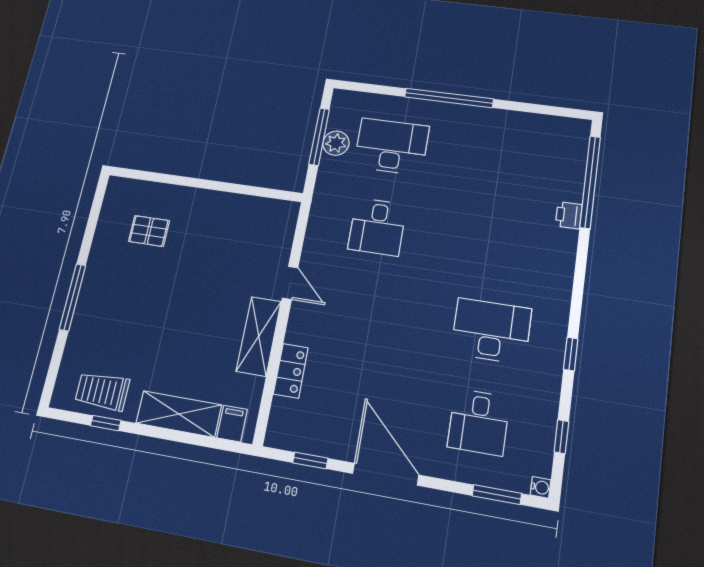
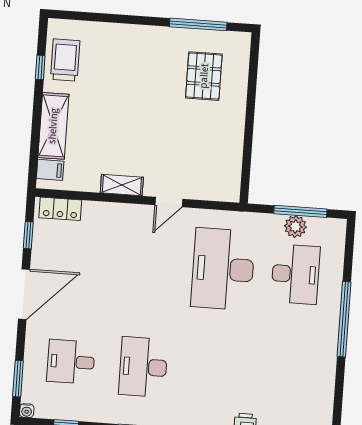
desk: (377, 227) -> (223, 269), width x1.87, depth x1.30
pallet: (149, 231) -> (204, 76), width x1.50, depth x1.42
window: (73, 297) -> (198, 24), moved
desk: (491, 331) -> (143, 367), turned 180
shelving: (259, 336) -> (122, 185), width x0.67, depth x0.75
locker: (291, 371) -> (60, 209), moved

